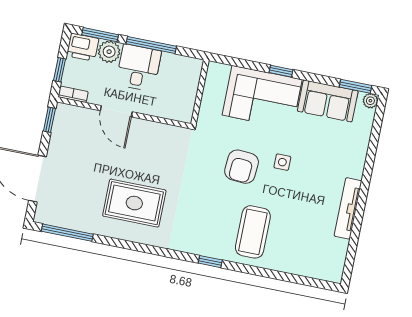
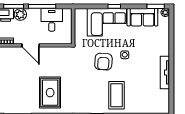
desk: (139, 68) -> (52, 20), moved
rug: (134, 203) -> (50, 93), turned 90

